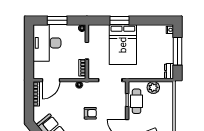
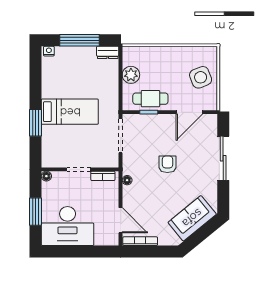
bed: (123, 45) -> (70, 112), width x0.67

